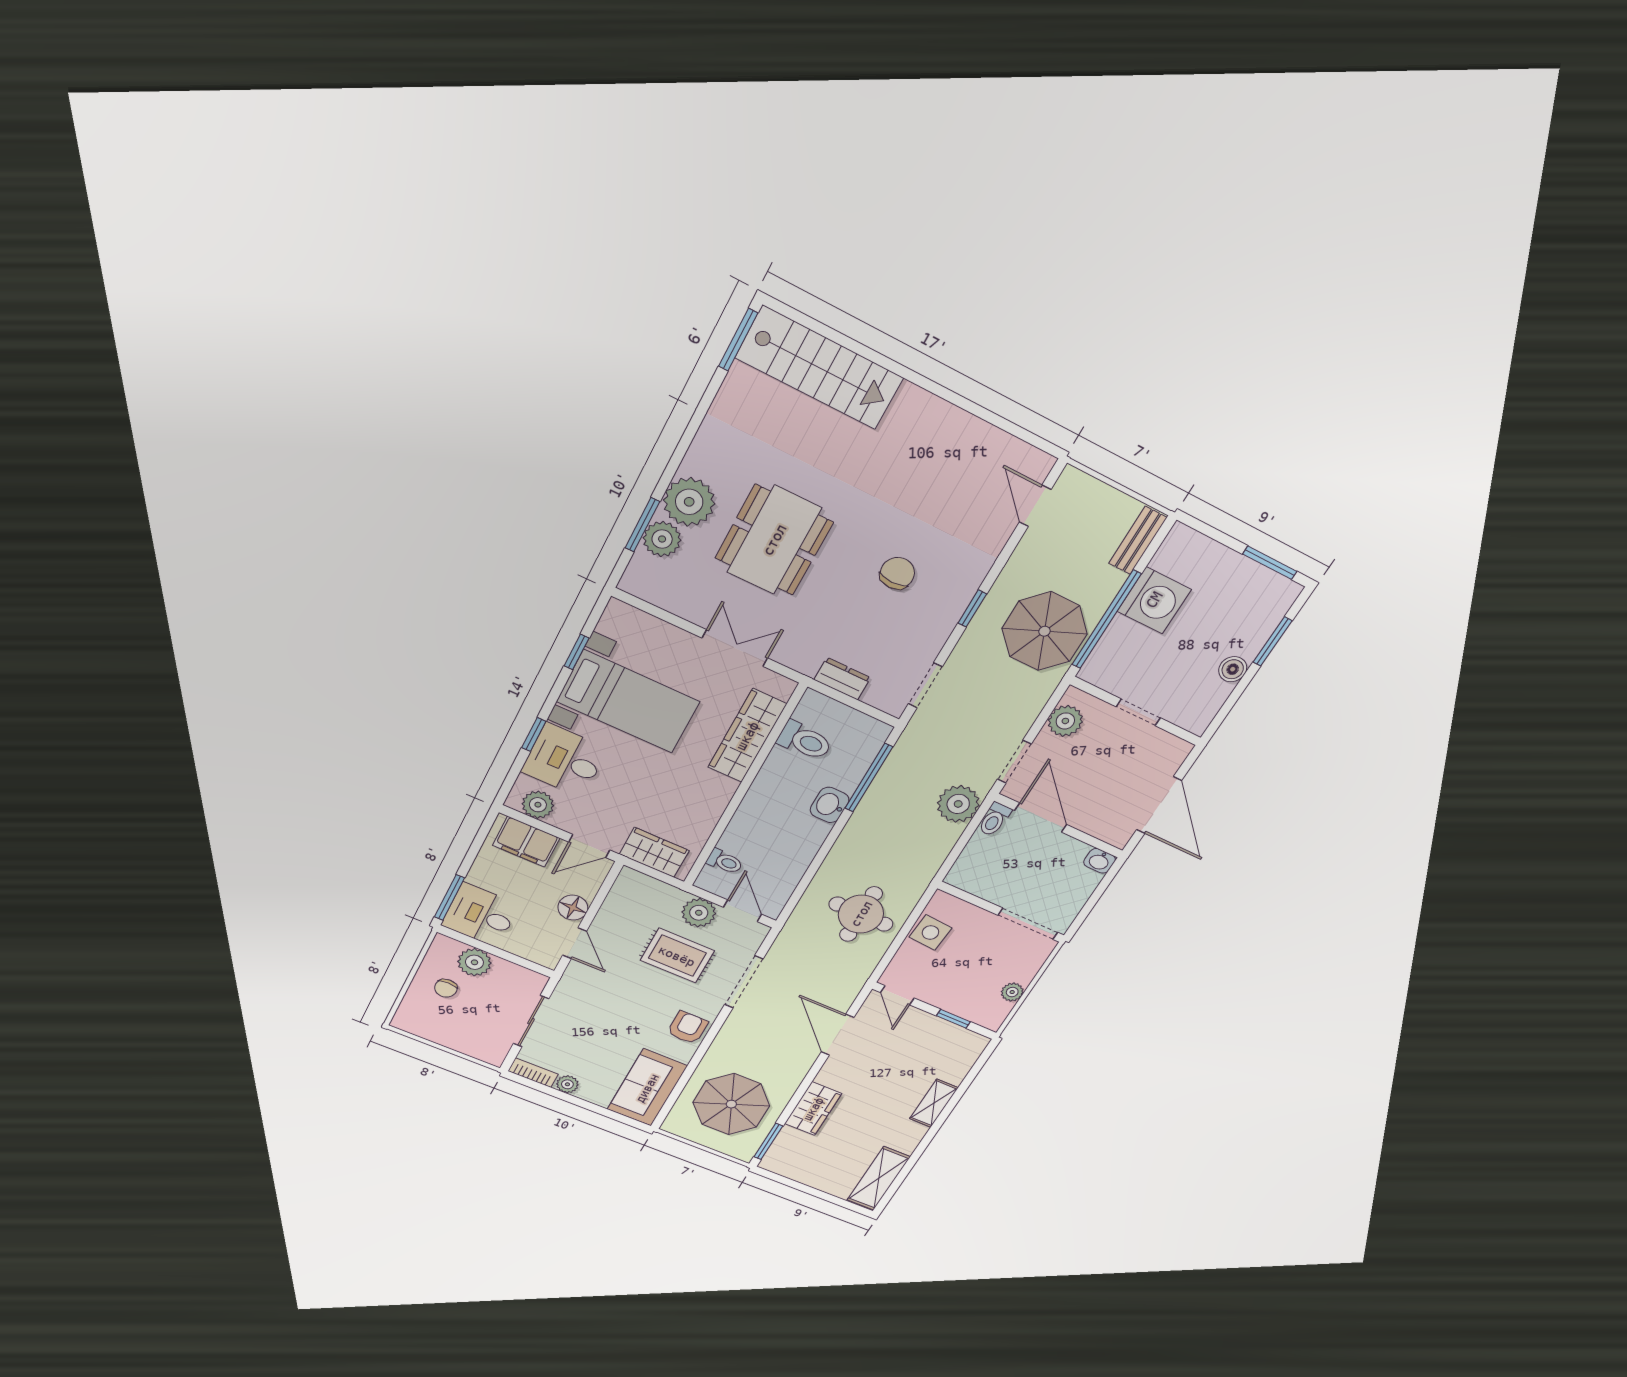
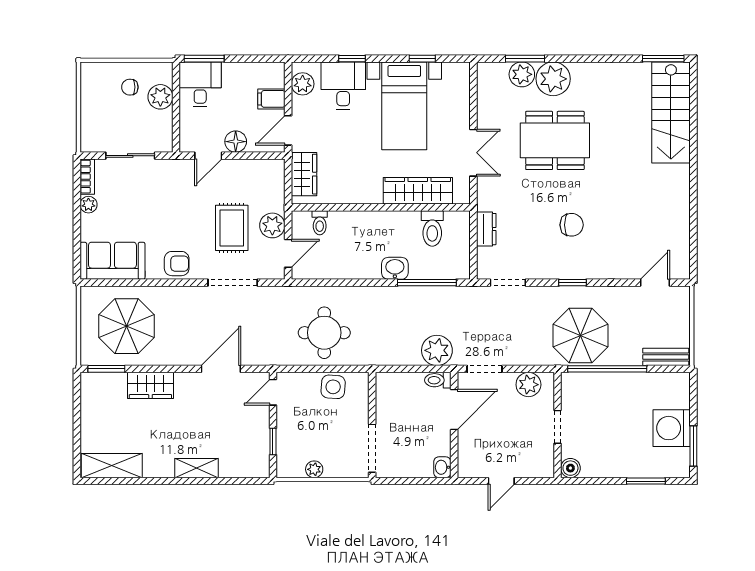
washing machine: (1154, 600) -> (672, 428), moved, turned 90
boiler: (1233, 669) -> (570, 468), moved
door: (1159, 805) -> (501, 481), width x0.53
filing cabinet: (526, 842) -> (271, 99), width x0.50
door: (589, 846) -> (288, 130), hinge flipped

